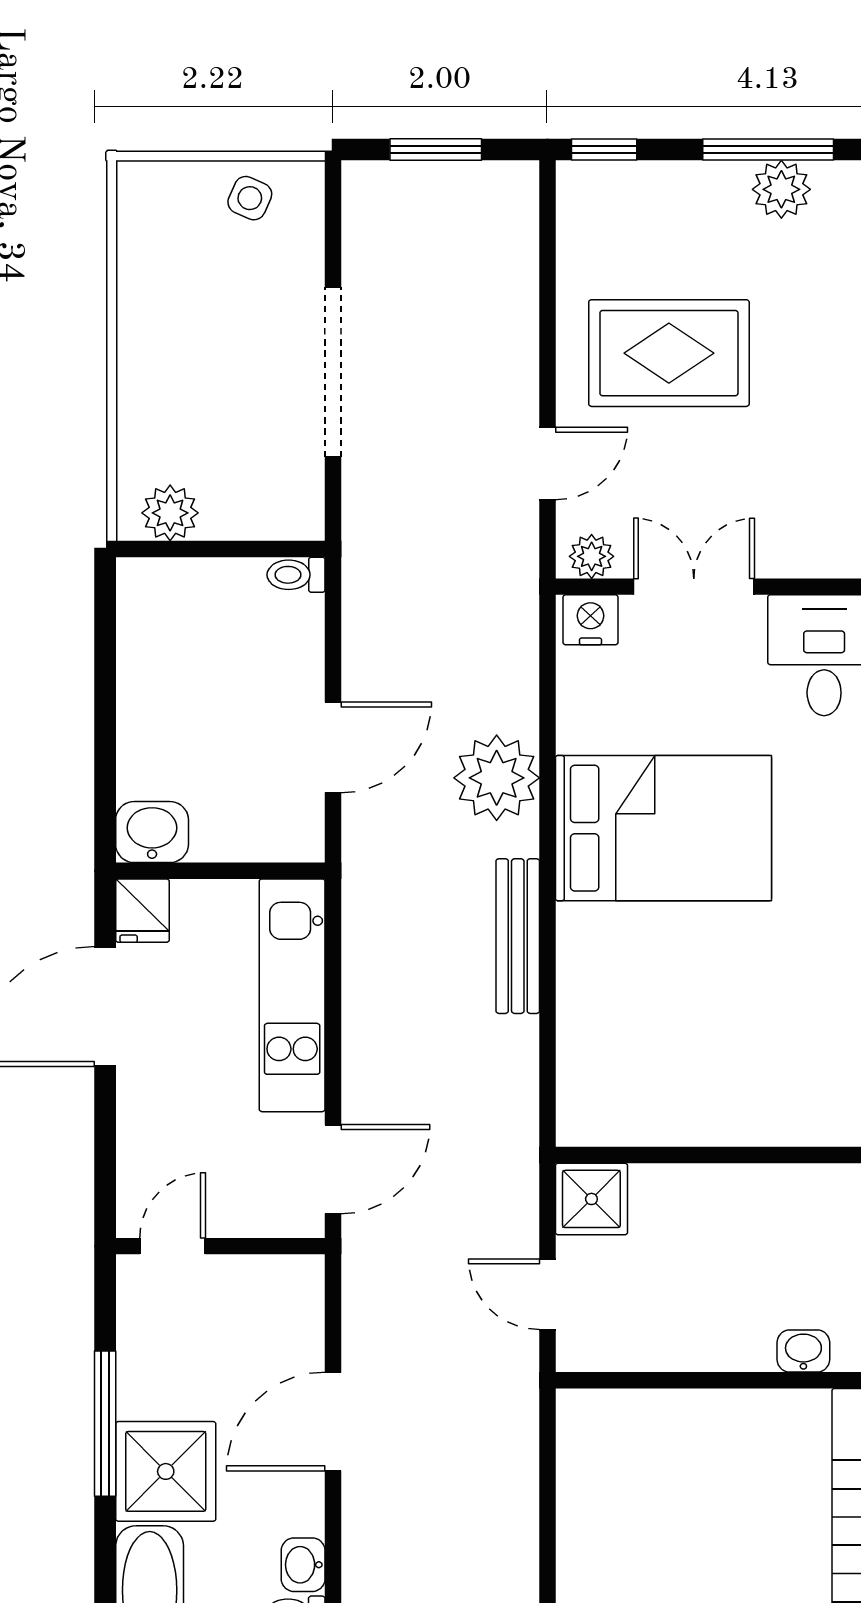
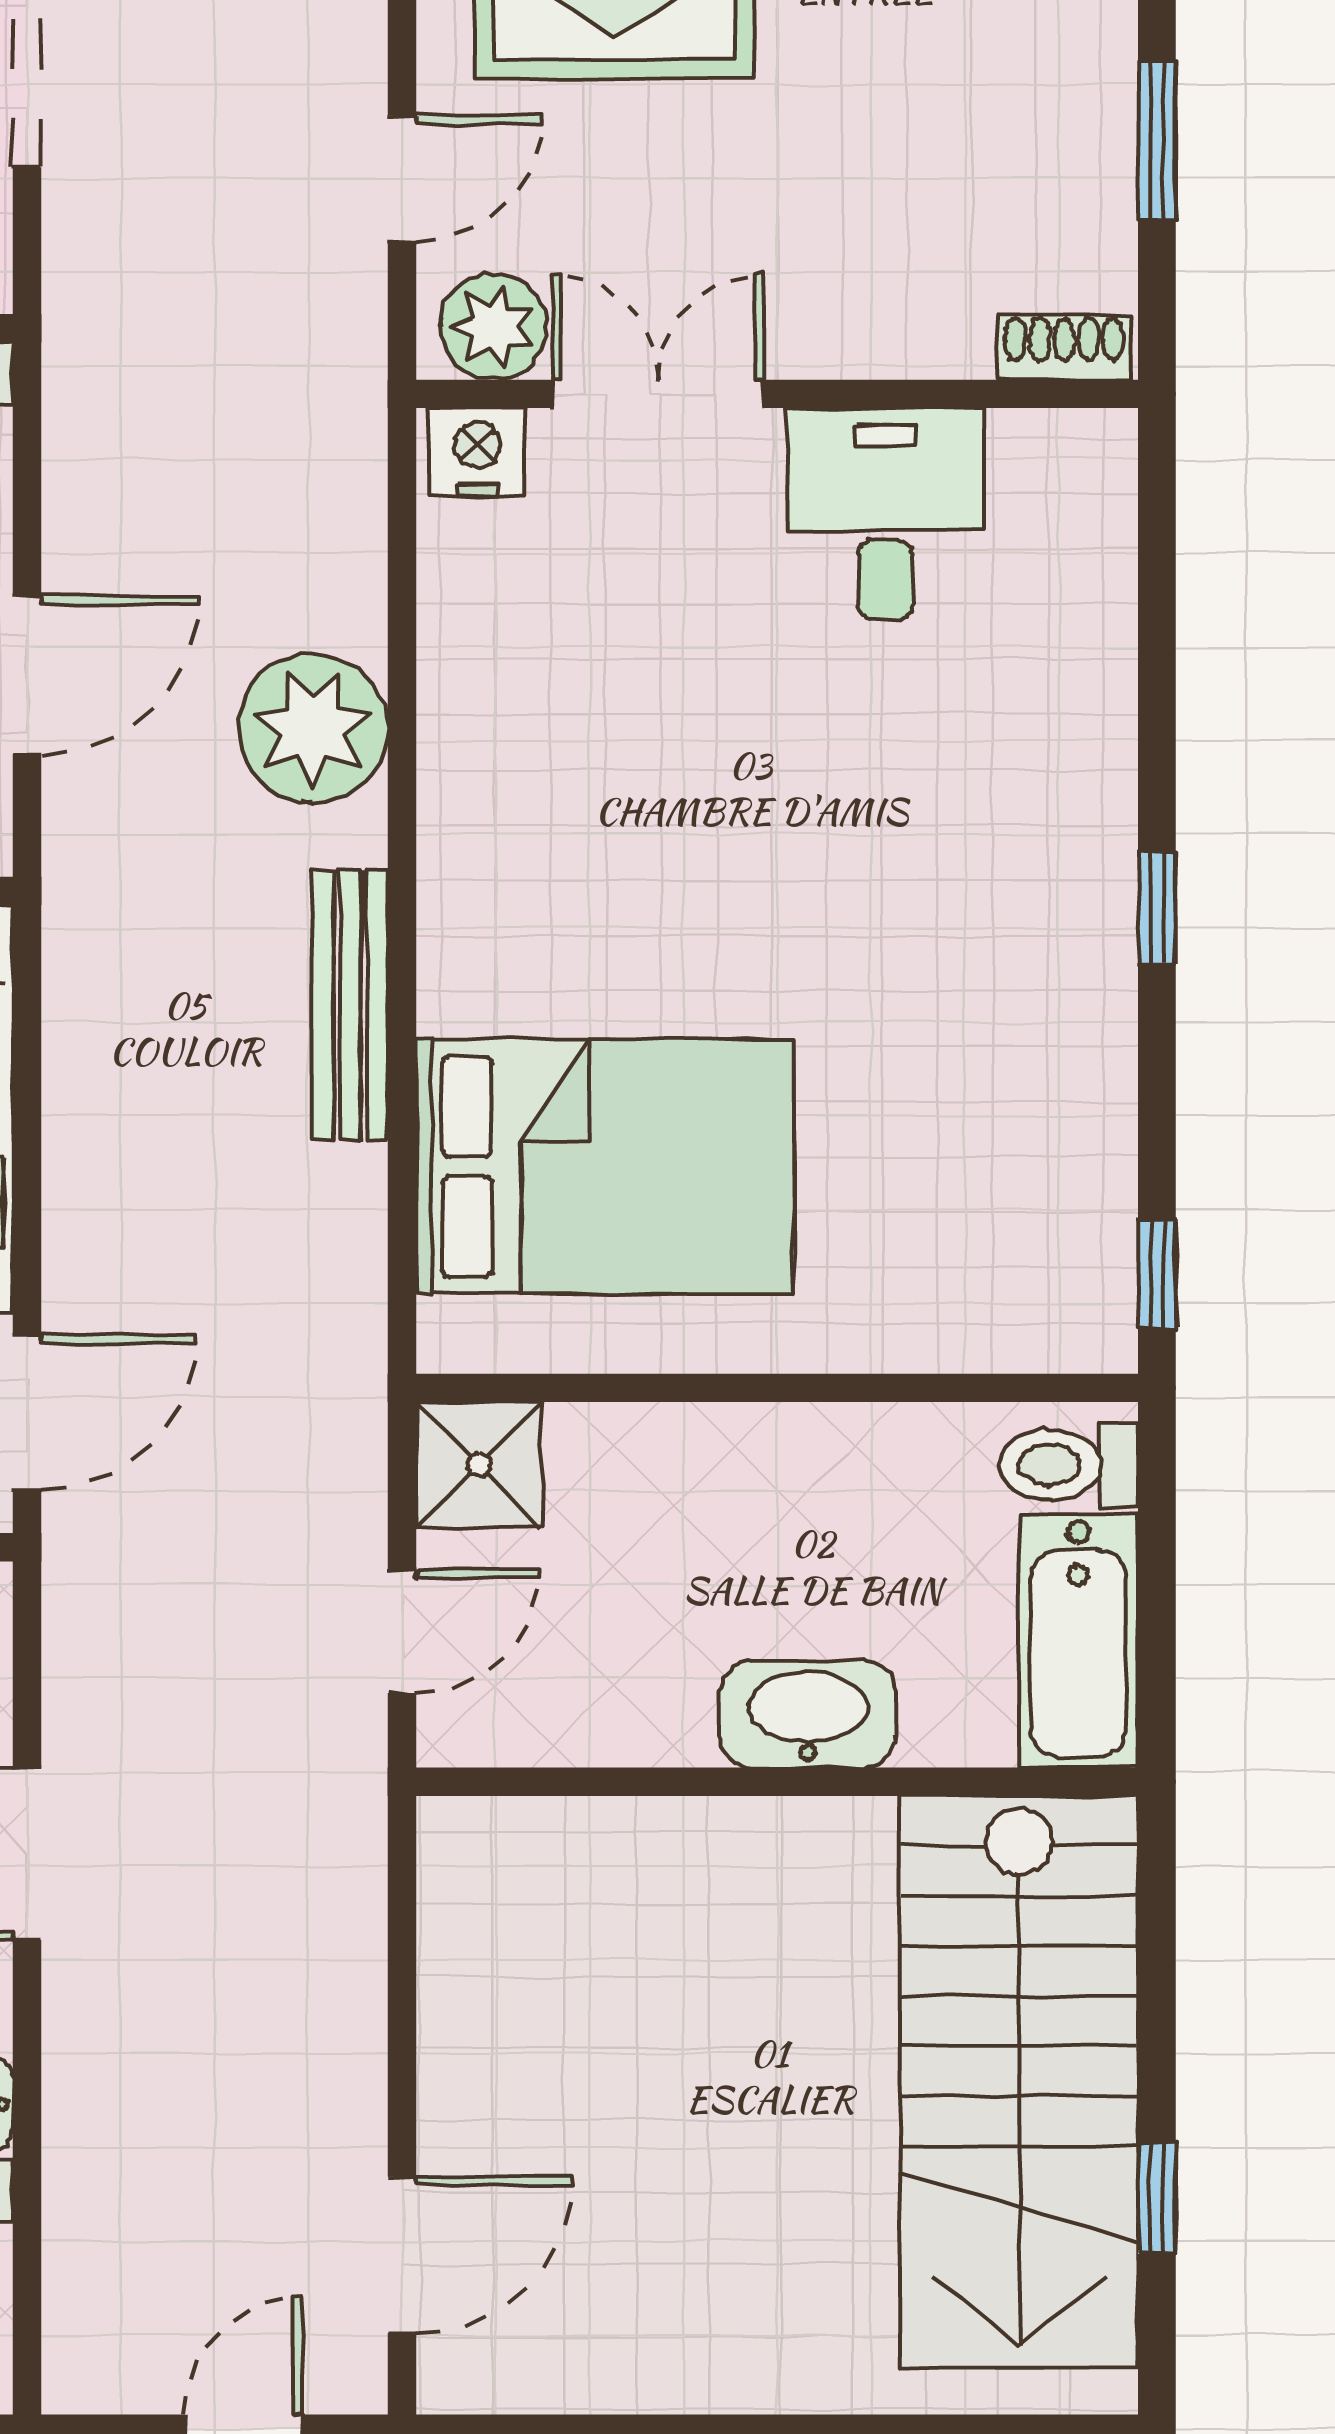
plant: (592, 556) -> (494, 327), width x1.38, depth x1.38
bed: (663, 828) -> (605, 1166), moved
door: (547, 1294) -> (402, 1631), swing flipped
washbasin: (803, 1351) -> (808, 1714), width x1.91, depth x1.45

